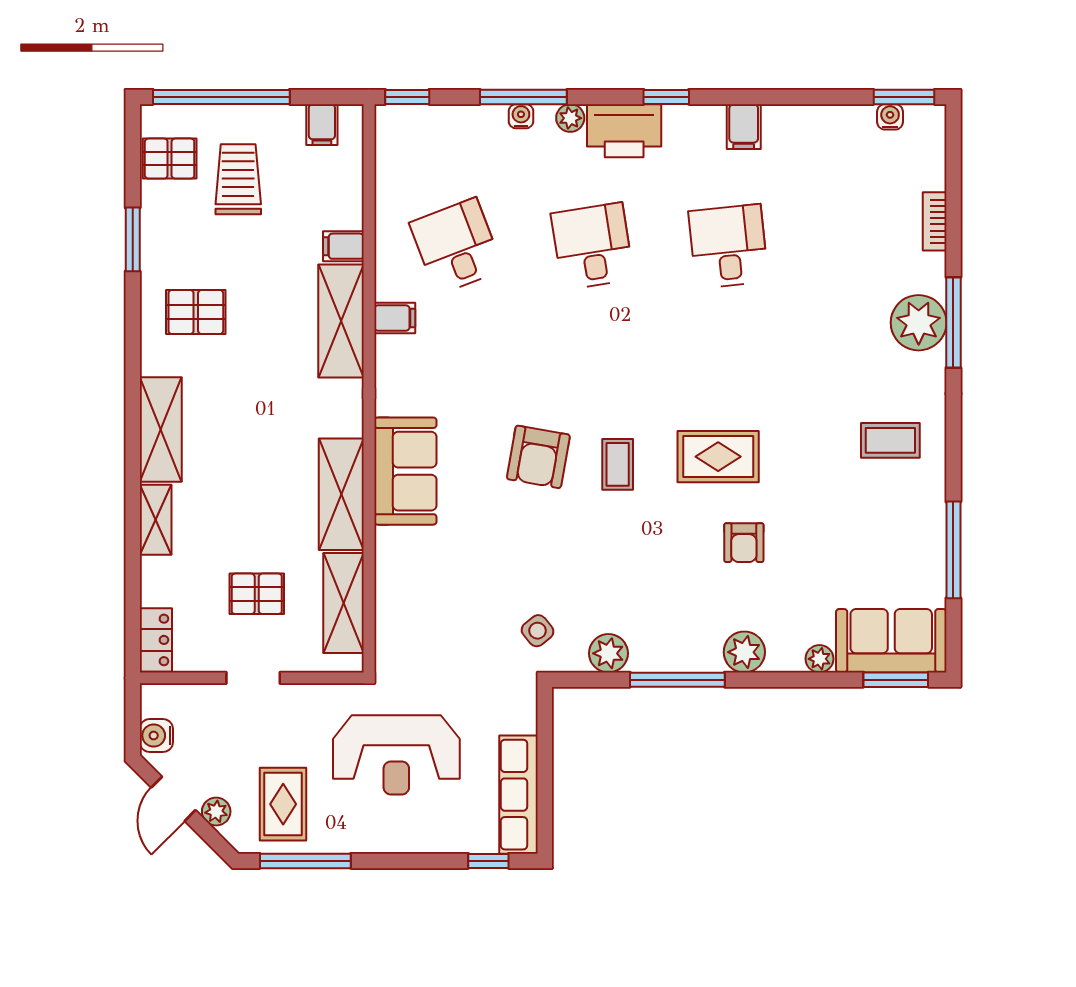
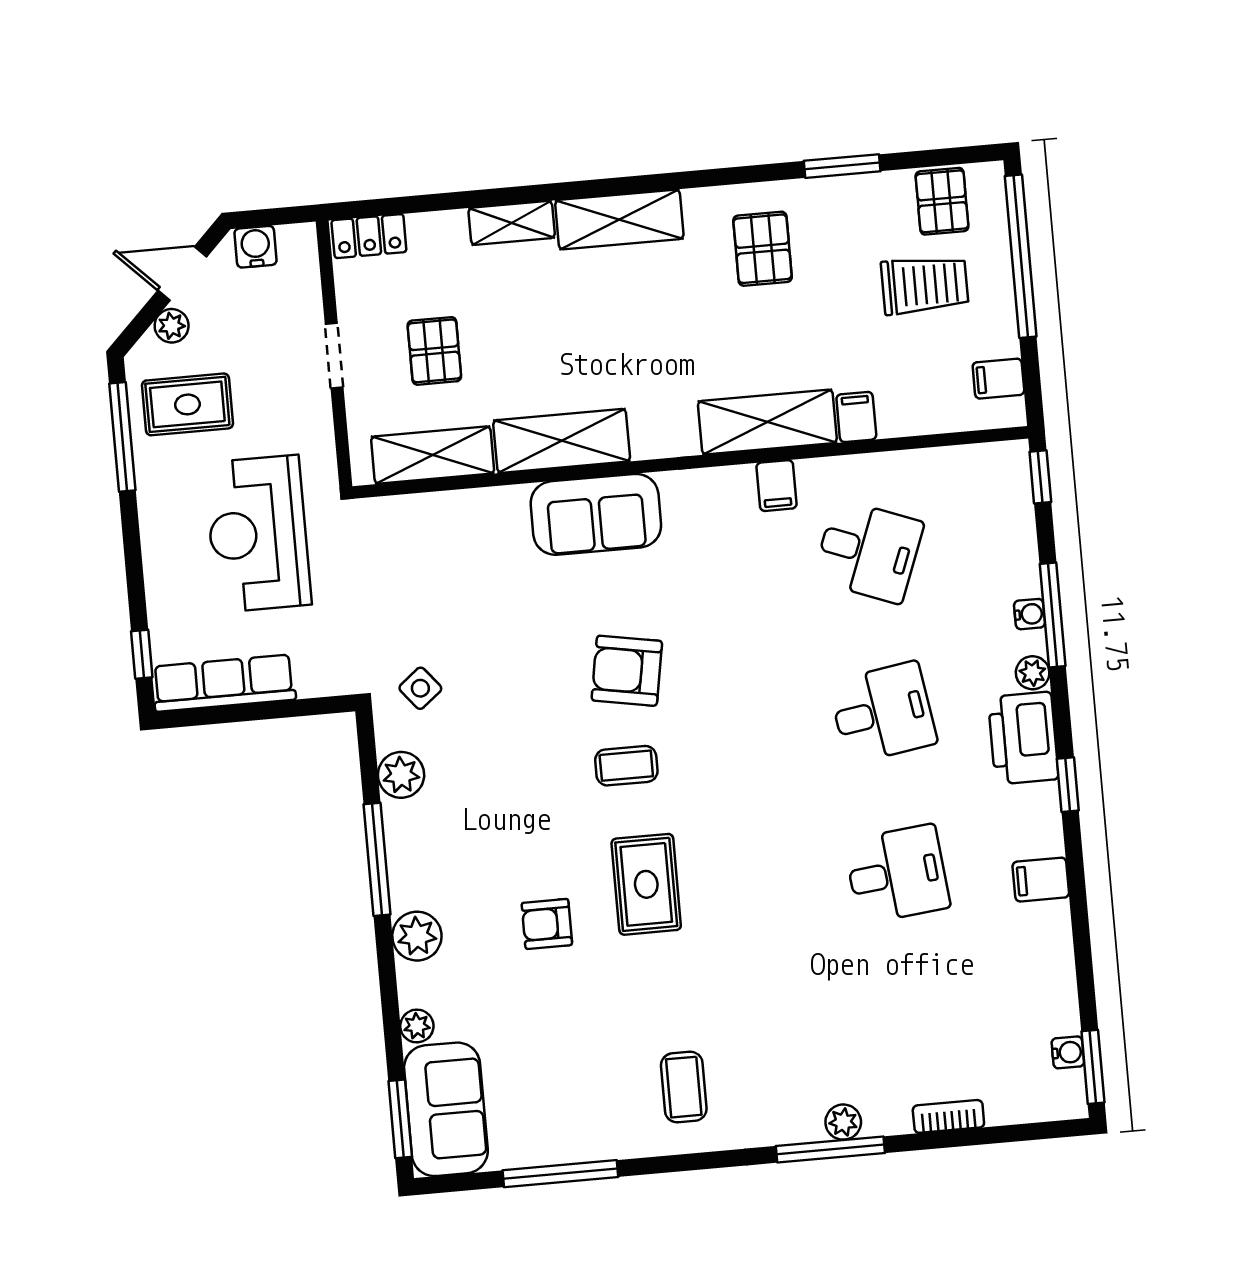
desk: (456, 246) -> (868, 551), turned 42
plant: (919, 323) -> (843, 1122), width x0.53, depth x0.53

